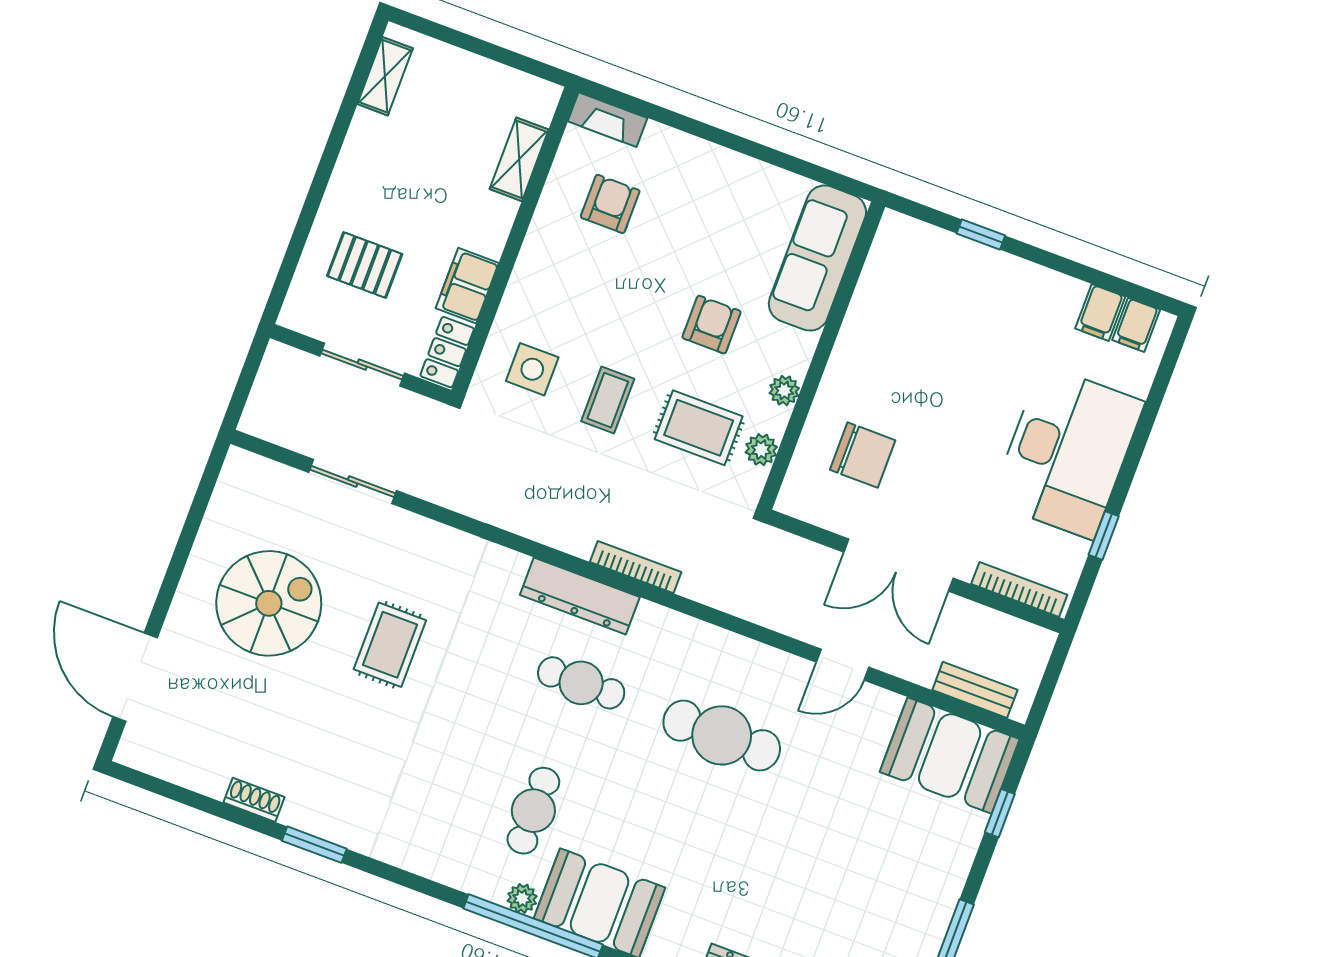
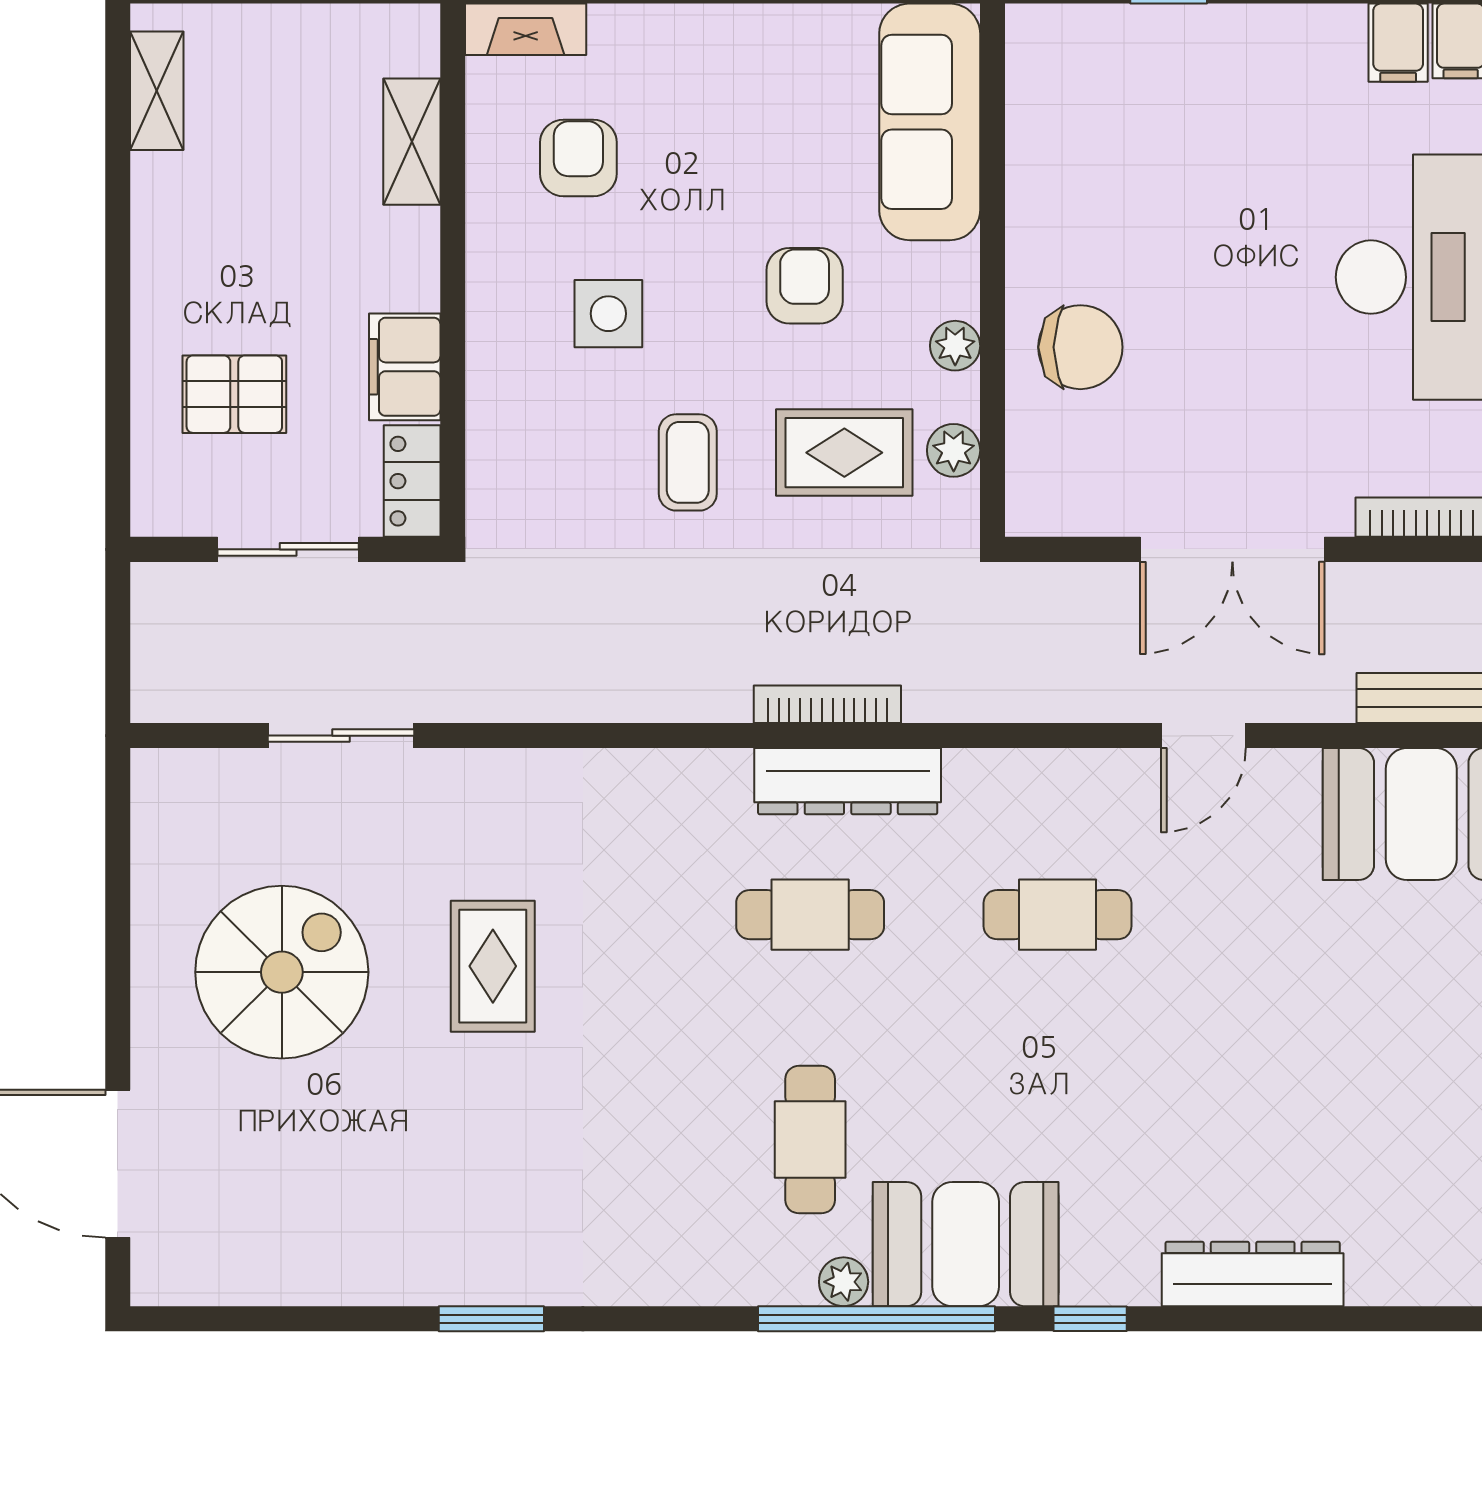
side table: (532, 369) -> (608, 314), moved
chair: (863, 455) -> (1080, 347), moved
dresser: (580, 596) -> (848, 781), moved
cafe table: (722, 735) -> (1058, 915), width x0.73, depth x0.74
shoe rack: (254, 800) -> (372, 1284), removed

